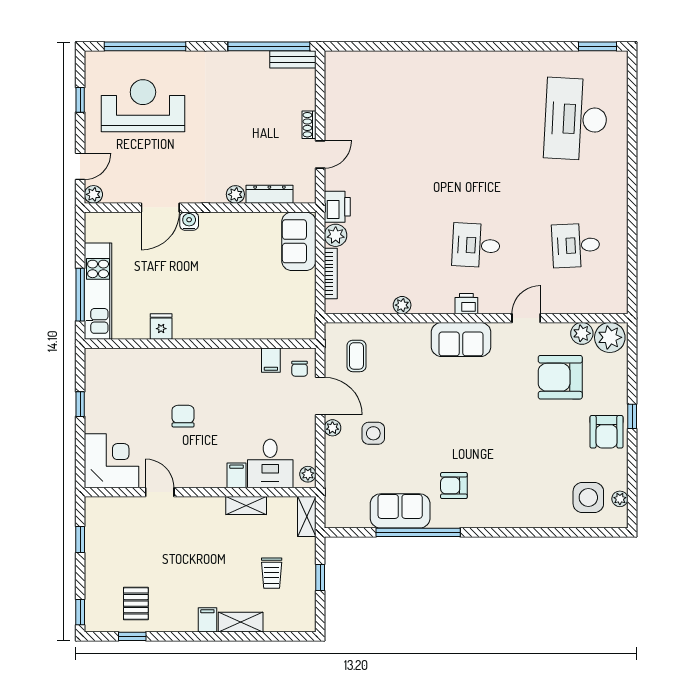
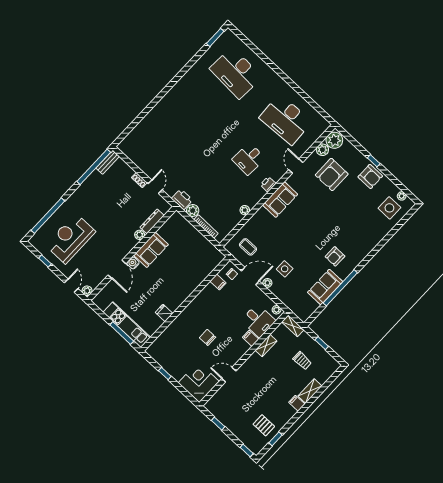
sofa: (299, 241) -> (151, 250), moved, turned -90
desk: (576, 245) -> (286, 120), width x1.87, depth x1.30

